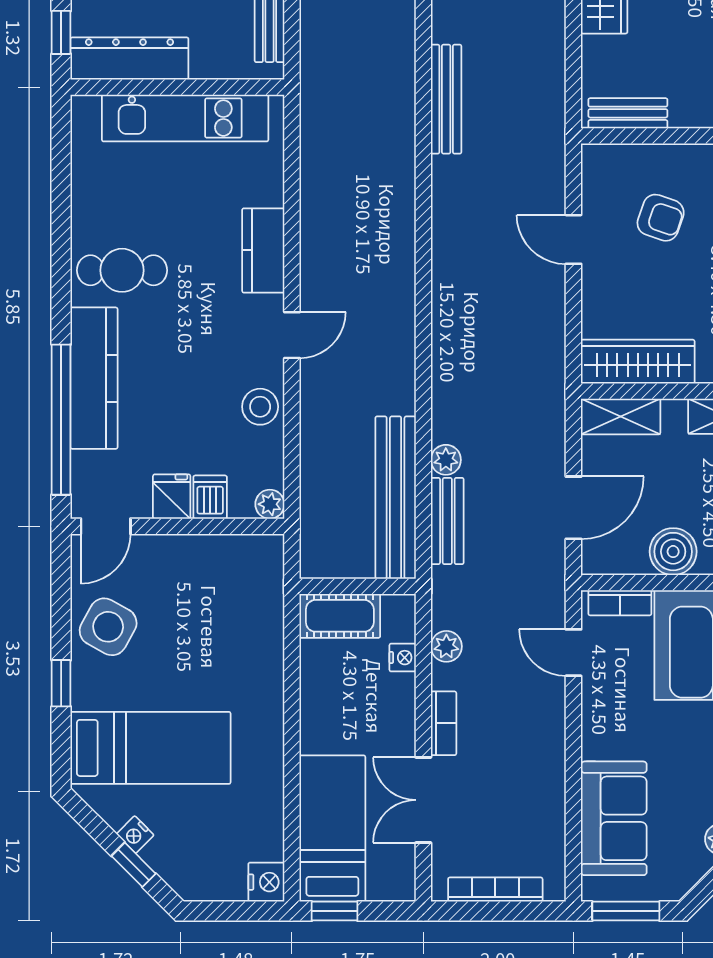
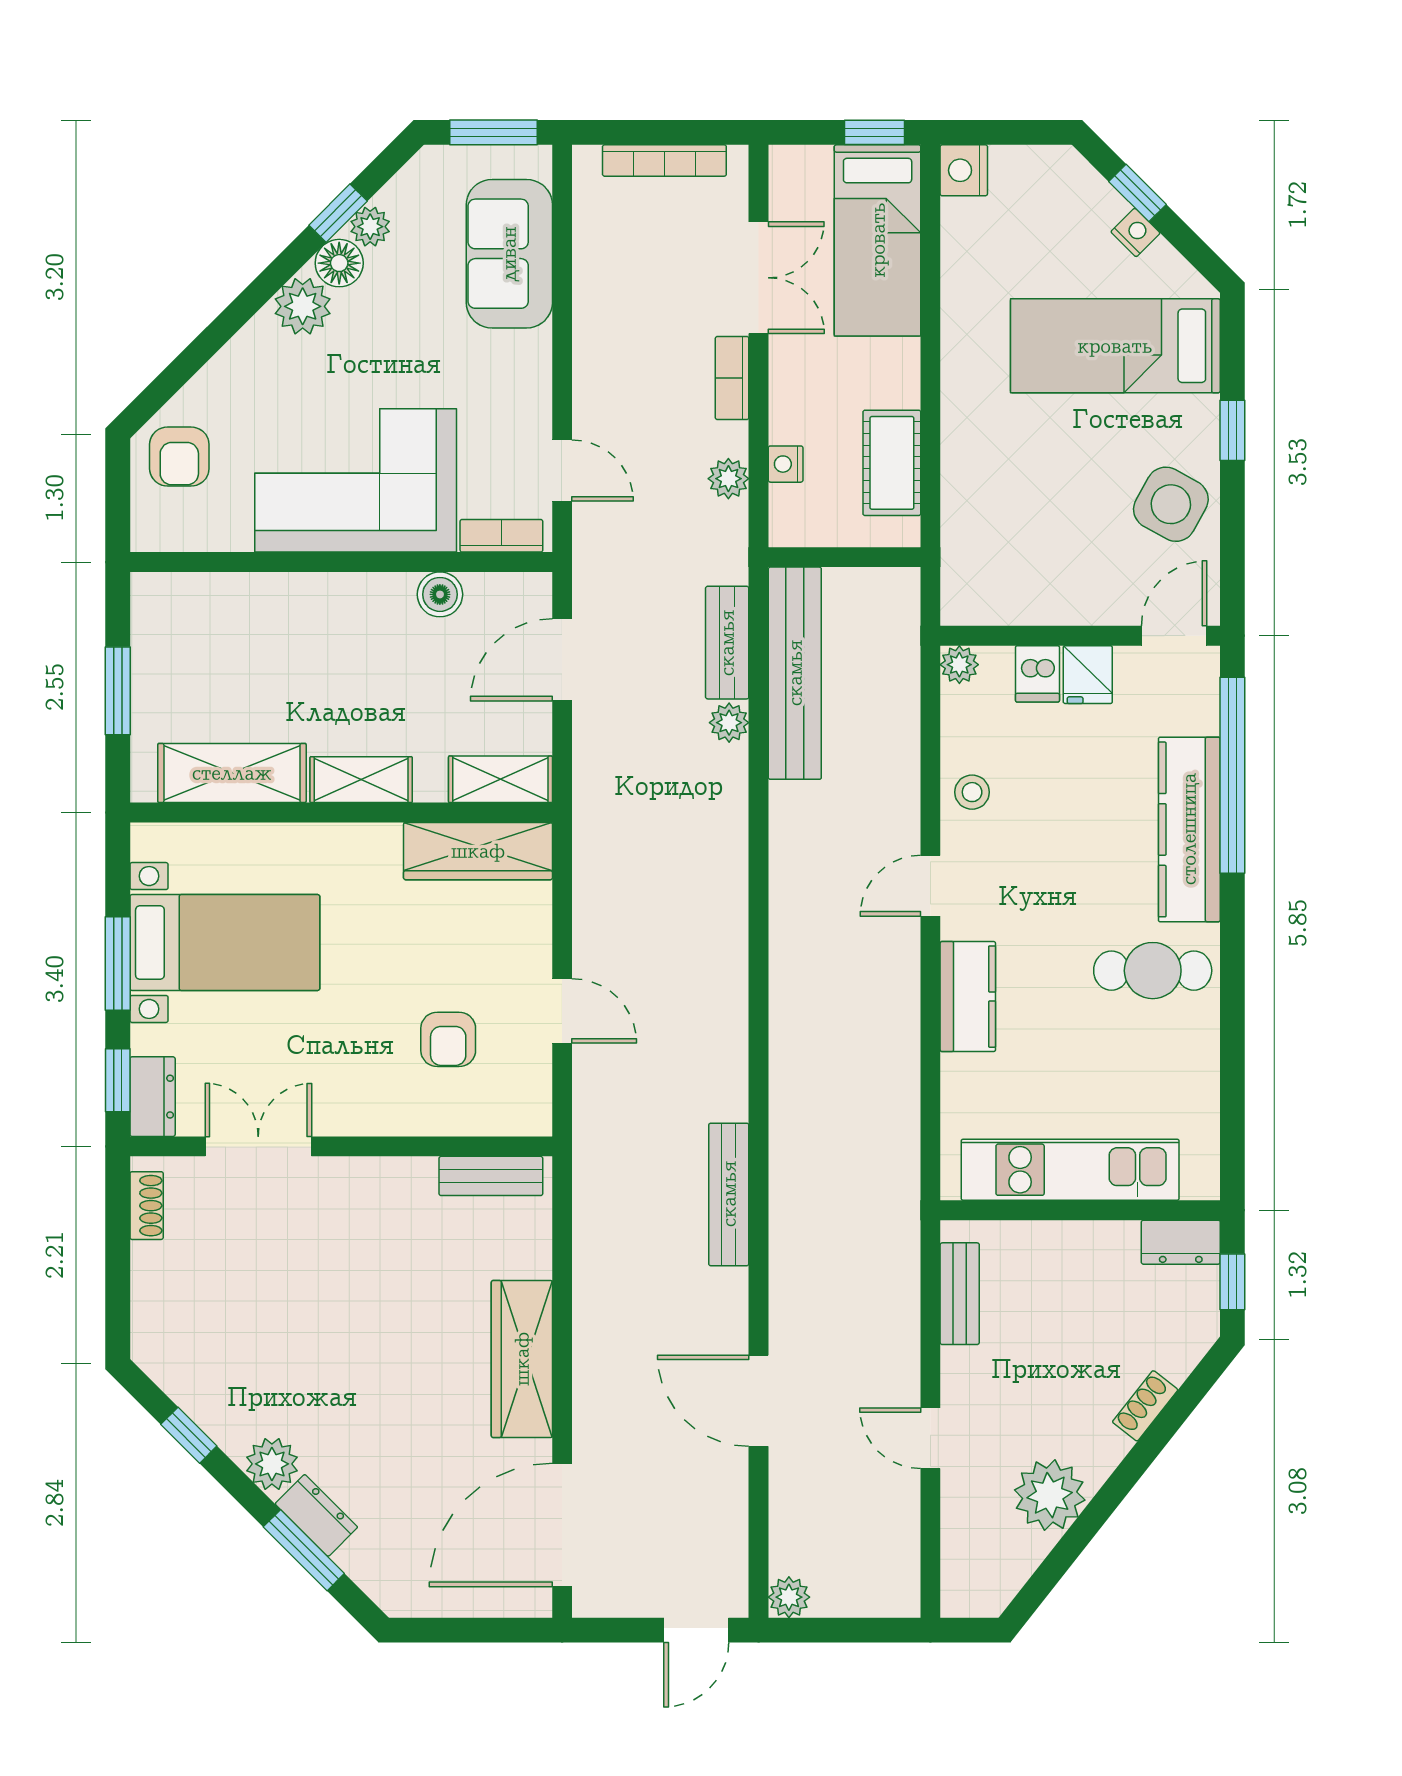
dresser: (129, 59) -> (1181, 1242), width x0.51, depth x0.80
armchair: (661, 218) -> (448, 1039), turned -109
stool: (260, 407) -> (972, 792), width x0.73, depth x0.73
boiler: (673, 552) -> (440, 594), width x0.73, depth x0.73
cot: (340, 616) -> (892, 463), moved, turned 90

